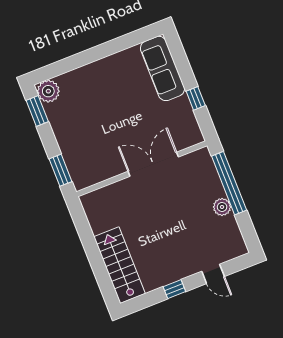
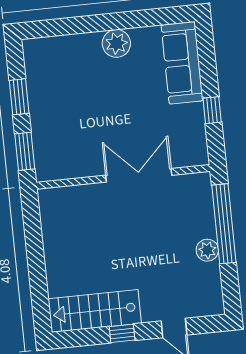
plant: (48, 91) -> (116, 43), moved
window: (37, 111) -> (19, 97), moved
stairs: (119, 265) -> (95, 311), moved, turned -90

